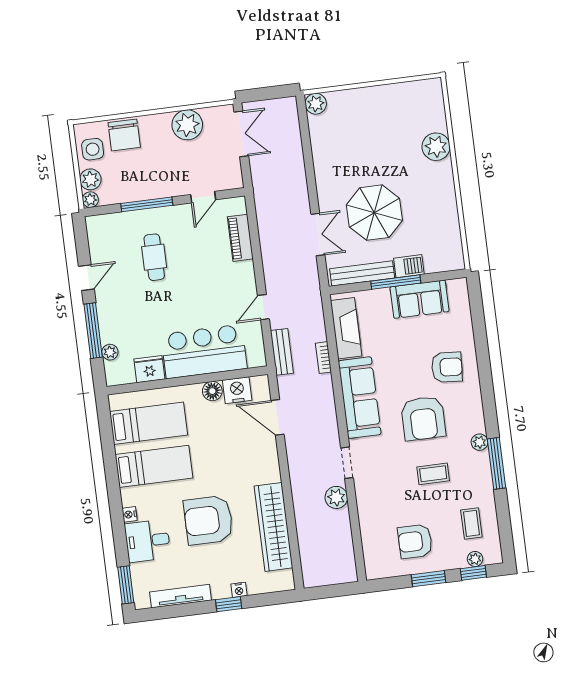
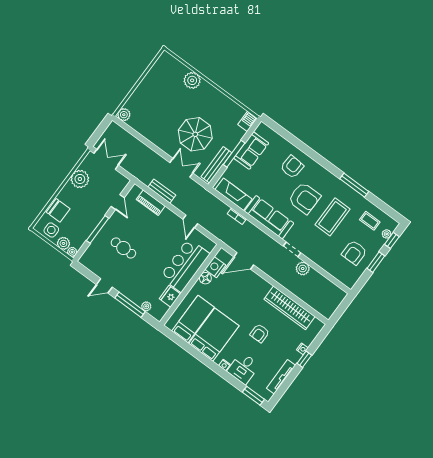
barbecue: (409, 266) -> (248, 121), moved
door: (86, 278) -> (104, 286), swing flipped
bench: (282, 352) -> (162, 191), moved
plant: (480, 442) -> (338, 184), removed
bed: (154, 466) -> (214, 335), width x1.50
coffee table: (433, 474) -> (333, 217), width x1.86, depth x1.72
armchair: (208, 520) -> (260, 333), width x0.53, depth x0.53

